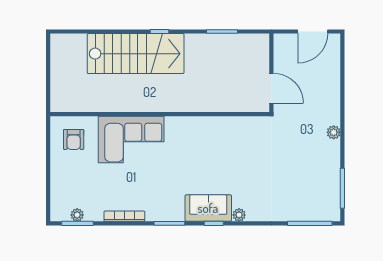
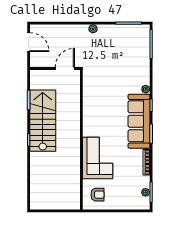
stairs: (136, 54) -> (43, 121), moved
sofa: (208, 208) -> (139, 121), width x1.85, depth x1.27

